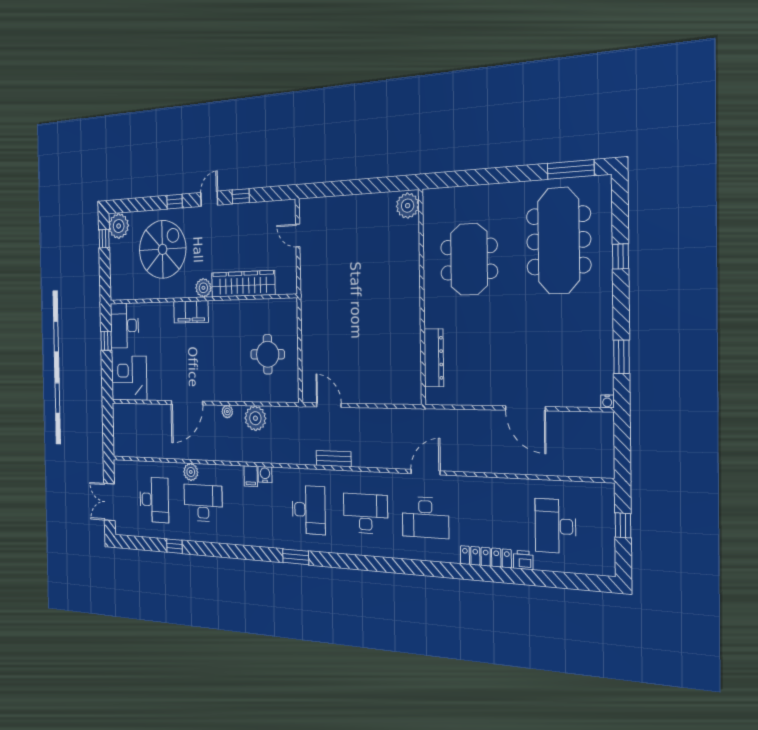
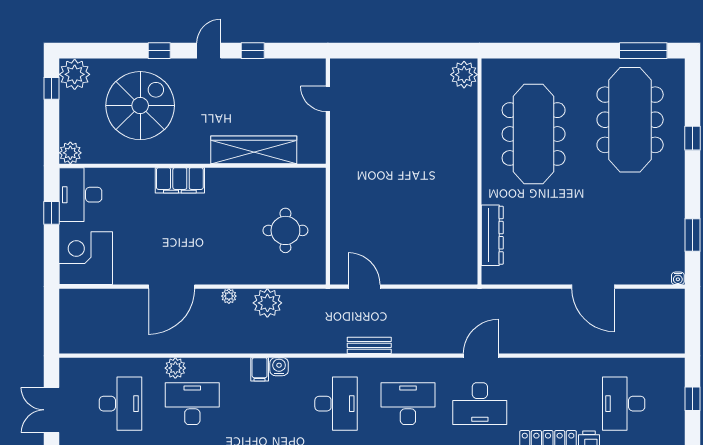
meeting table: (469, 259) -> (534, 134), width x1.36
plant: (203, 288) -> (70, 153), moved

